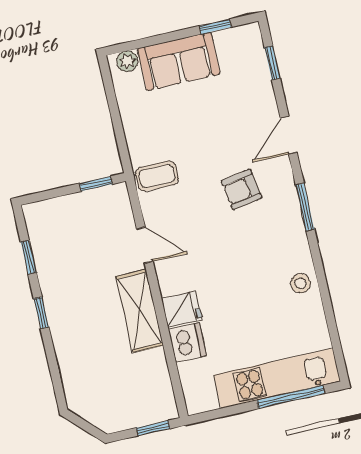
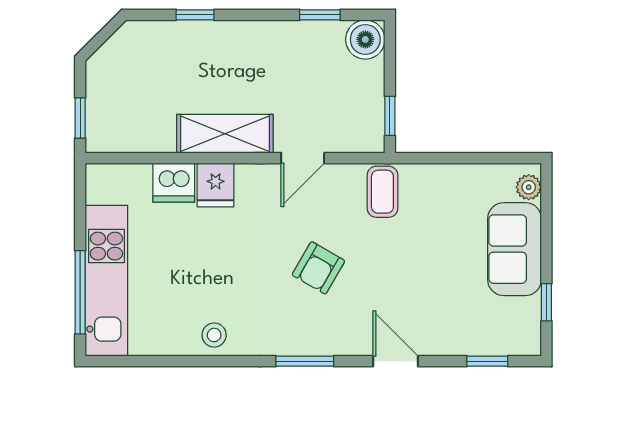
armchair: (242, 190) -> (318, 268), moved, turned -140
boiler: (40, 217) -> (365, 39), added
window: (41, 313) -> (195, 15), moved

